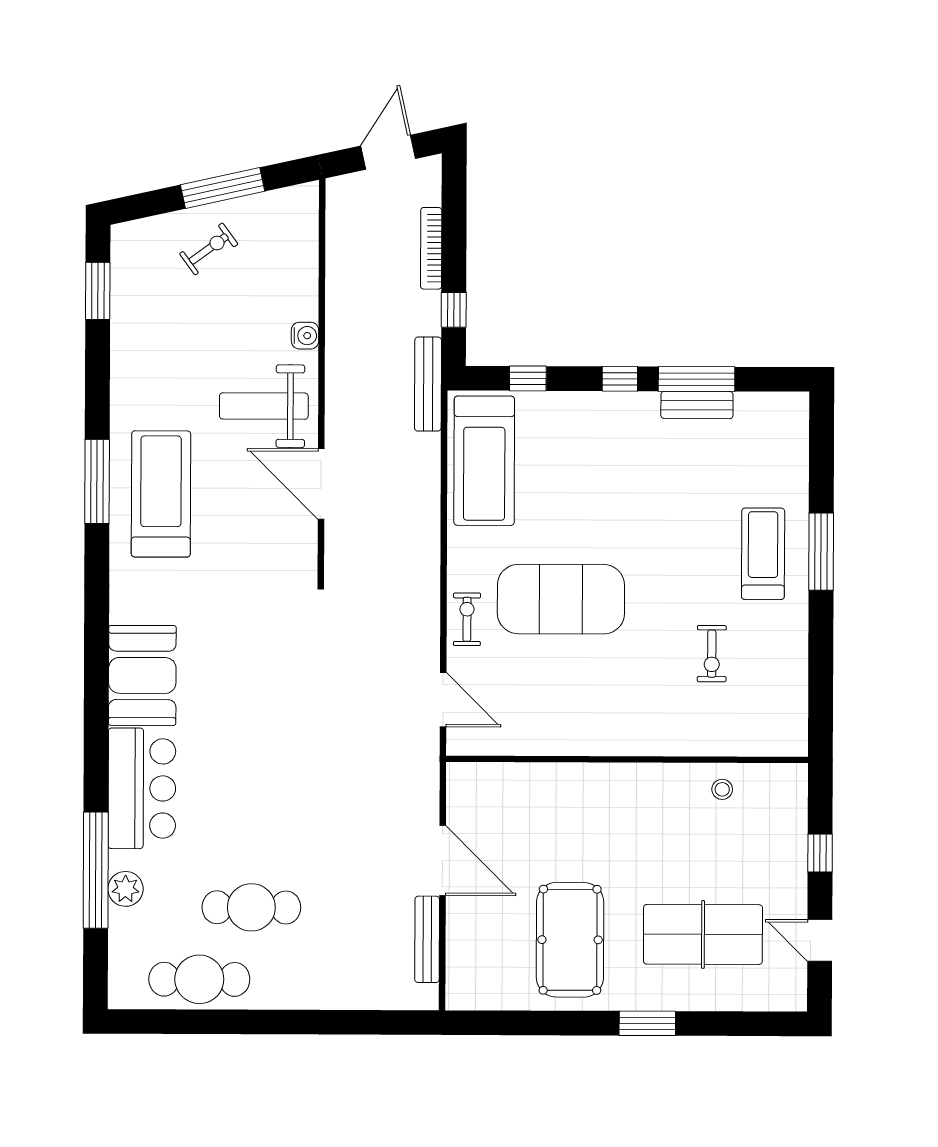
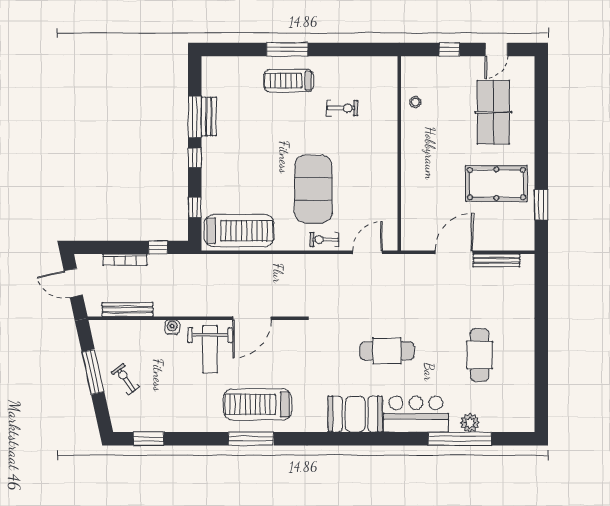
bench: (428, 384) -> (127, 310), moved
cafe table: (199, 979) -> (387, 351), moved, turned 90
window: (647, 1023) -> (541, 205), moved

